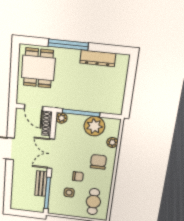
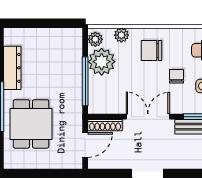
dining table: (38, 68) -> (31, 124), moved, turned 90
plant: (61, 118) -> (95, 39), moved
double door: (51, 154) -> (148, 117), swing flipped

